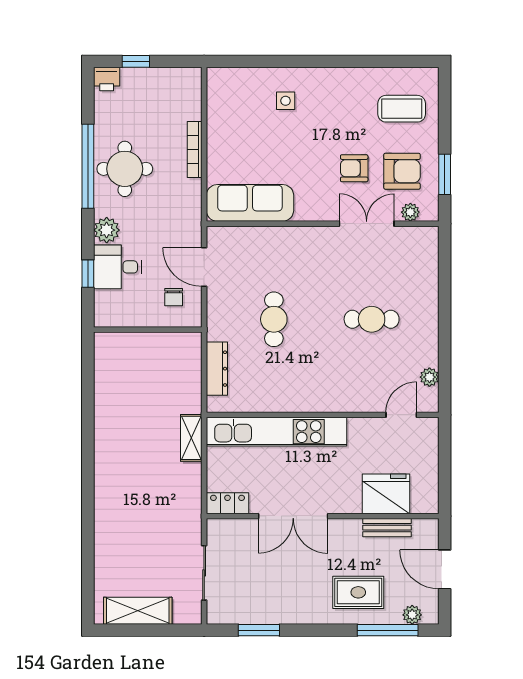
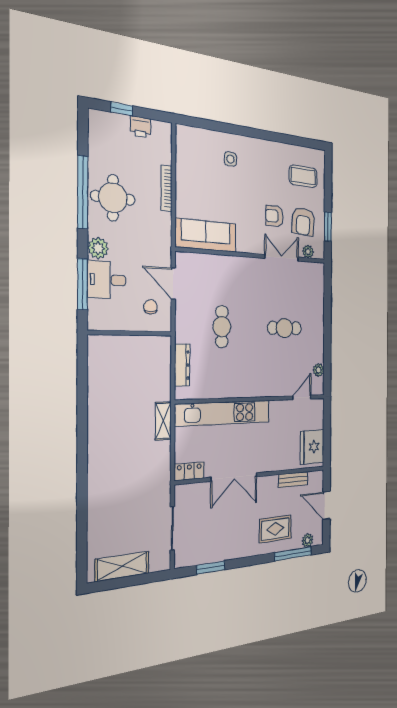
printer: (107, 79) -> (141, 127), moved
armchair: (402, 171) -> (303, 222), turned 94
window: (88, 274) -> (83, 284), width x2.17
chair: (174, 297) -> (151, 307), turned 180
fridge: (386, 494) -> (312, 447), moved, turned -90

